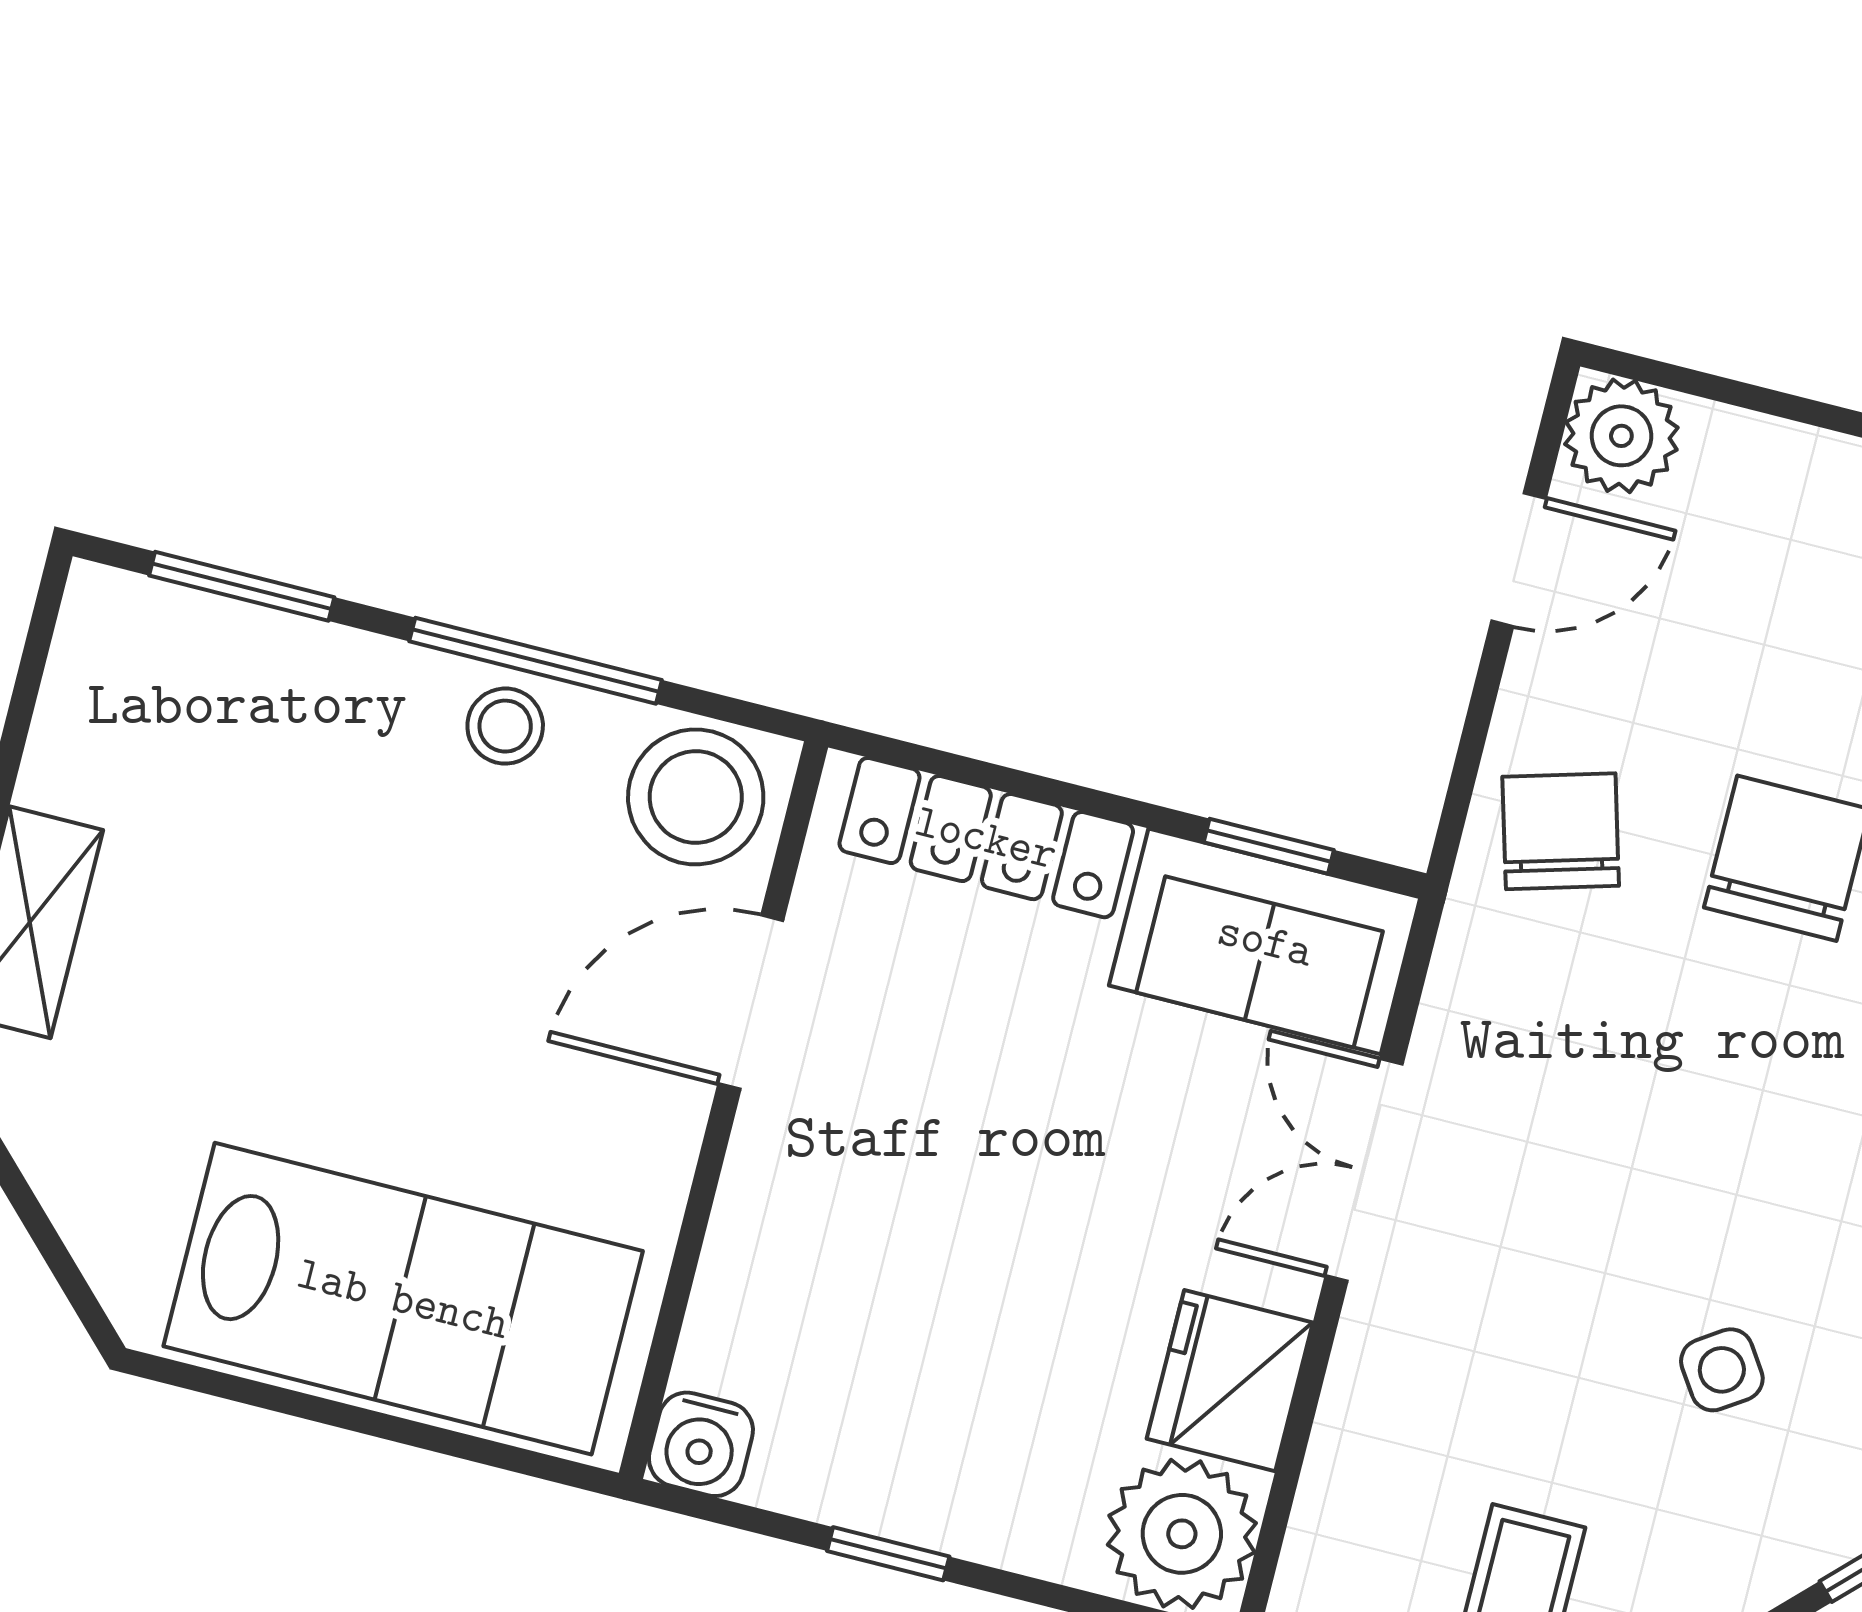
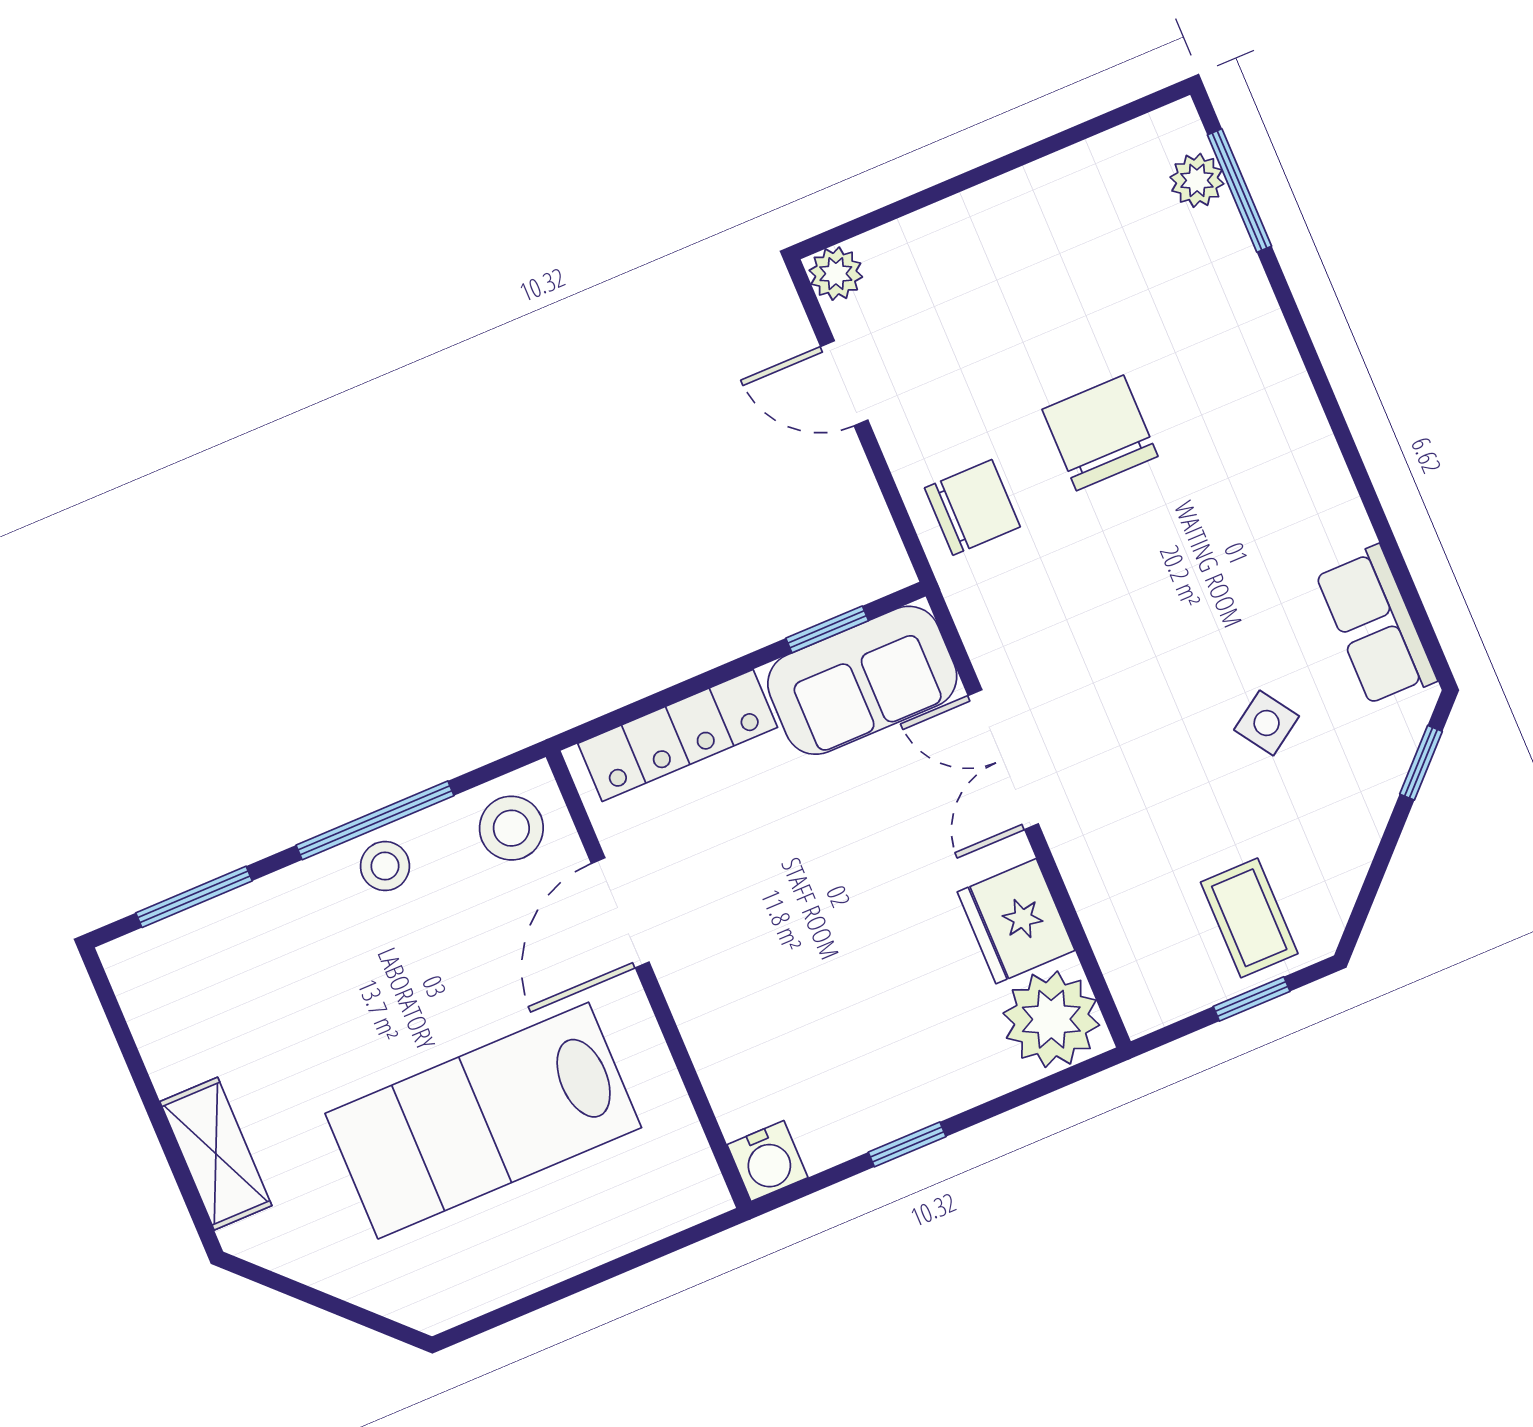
plant: (1621, 436) -> (836, 274), width x0.73, depth x0.73
door: (1519, 560) -> (844, 383), swing flipped
stool: (696, 797) -> (511, 828), width x0.73, depth x0.73
chair: (1561, 831) -> (972, 507), turned 106
lab bench: (403, 1299) -> (483, 1121), moved, turned 180

